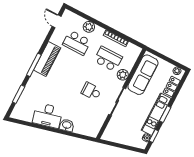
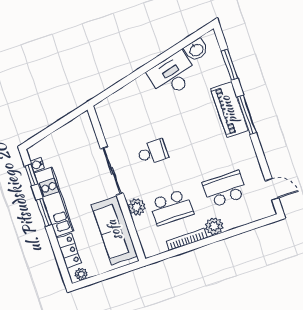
plant: (89, 27) -> (214, 226), moved
piano: (47, 59) -> (229, 110), moved
washbasin: (67, 125) -> (196, 50), moved

